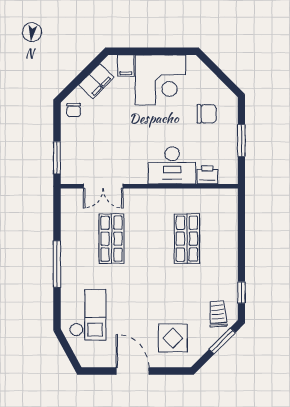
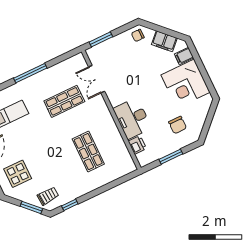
shop shelf: (187, 239) -> (88, 152), turned 90

